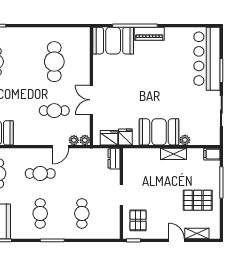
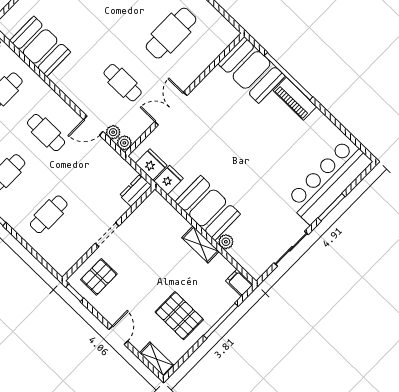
shelving: (197, 233) -> (157, 359), moved

